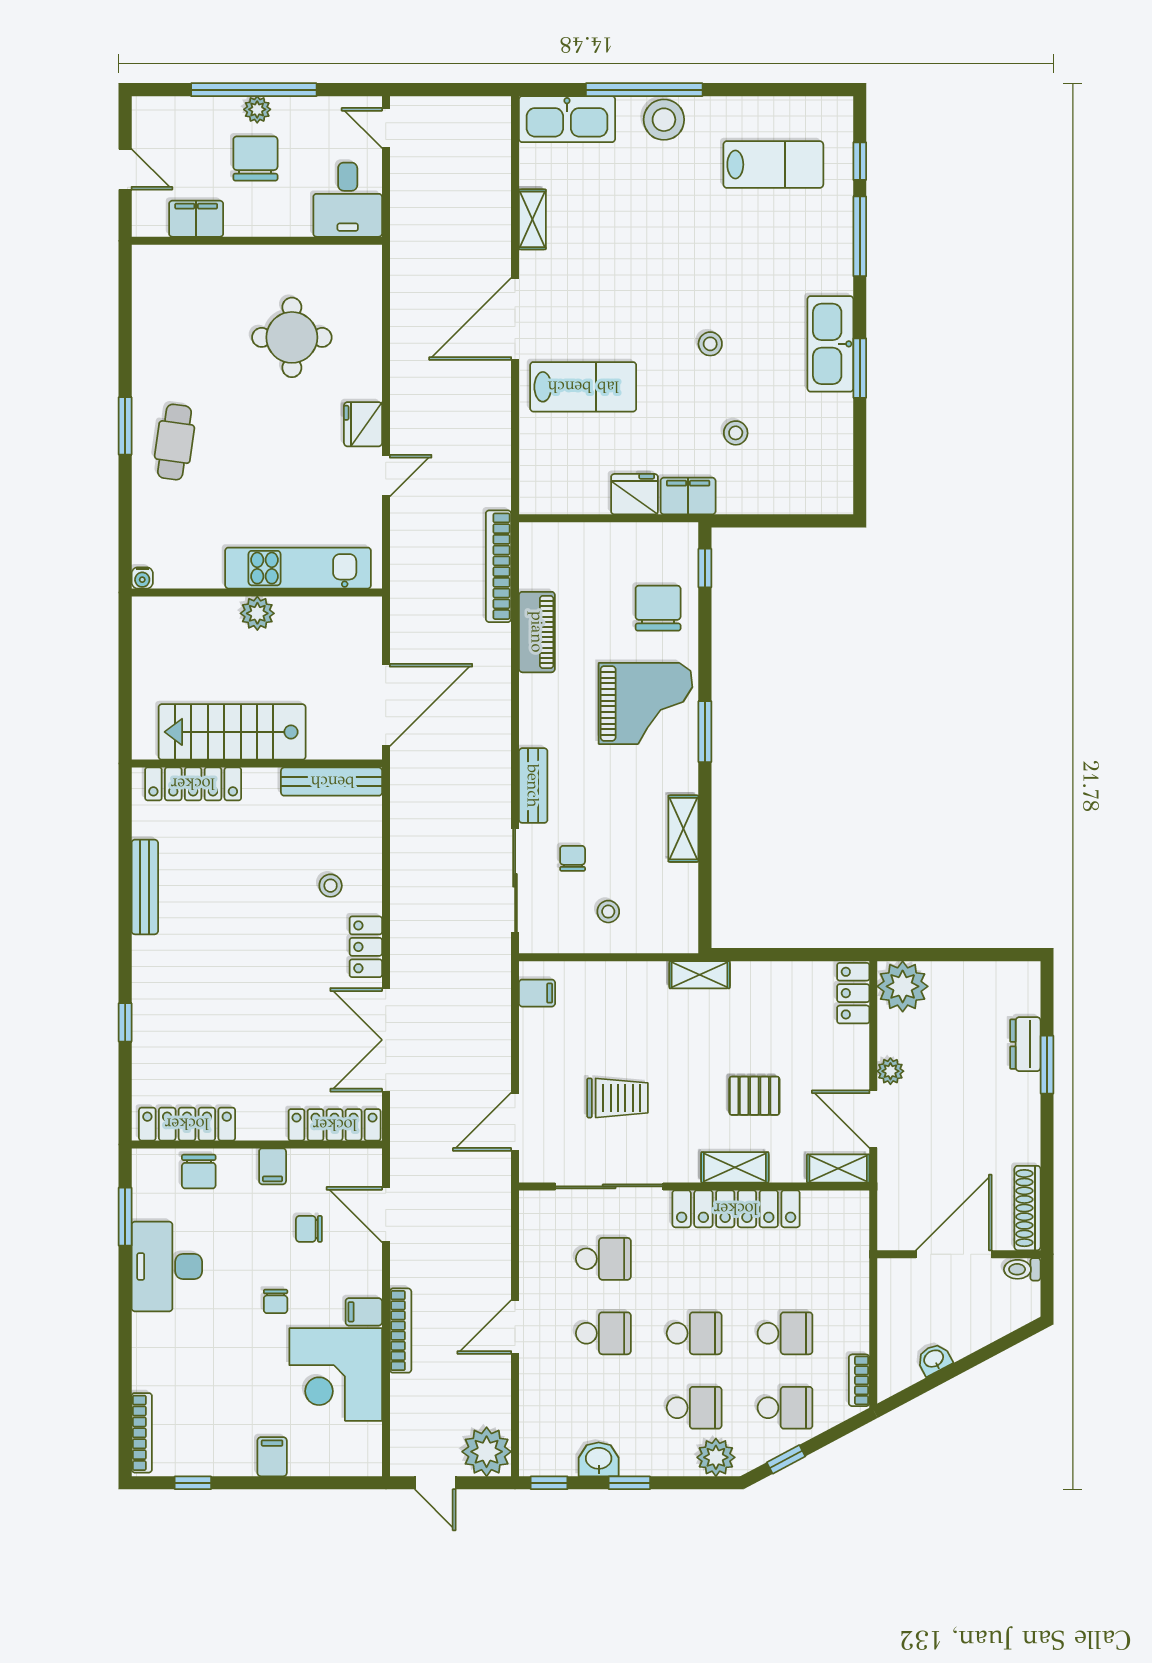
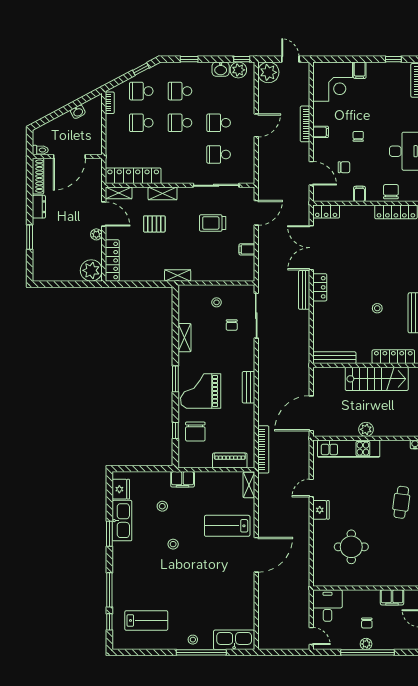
stool: (664, 120) -> (193, 640), width x0.53, depth x0.53
chair: (255, 159) -> (367, 623), width x0.54, depth x0.54
lab bench: (773, 165) -> (146, 620), turned 180
shelving: (532, 219) -> (249, 485), moved
kitchen sink: (830, 344) -> (122, 521), moved
fridge: (635, 494) -> (121, 489), moved, turned -90
window: (705, 568) -> (175, 430), moved
piano: (537, 632) -> (230, 461), moved, turned 90
door: (386, 705) -> (311, 413), moved
bench: (533, 786) -> (248, 387), moved
stool: (331, 886) -> (377, 308), moved
bench: (403, 941) -> (304, 290), added
filing cabinet: (537, 993) -> (247, 249), moved
locker: (853, 993) -> (112, 260), width x1.53
double door: (386, 1040) -> (311, 248), swing flipped
dresser: (1025, 1044) -> (39, 207), moved
locker: (335, 1125) -> (326, 212), width x0.66
locker: (736, 1209) -> (133, 176), moved
corner desk: (336, 1374) -> (333, 82), moved, turned 90
plant: (716, 1457) -> (238, 70), moved
window: (629, 1483) -> (189, 59), moved

